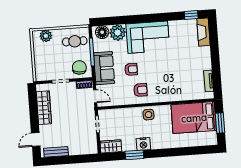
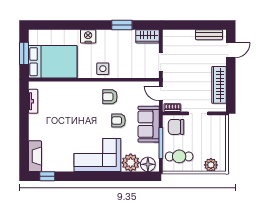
chair: (79, 67) -> (176, 127), turned 84
nightstand: (143, 144) -> (88, 36), moved

